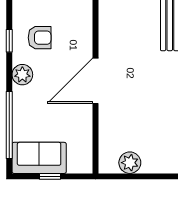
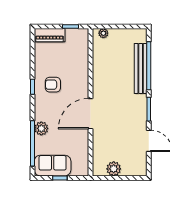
armchair: (40, 38) -> (53, 85), turned 180
plant: (22, 75) -> (41, 128), moved

